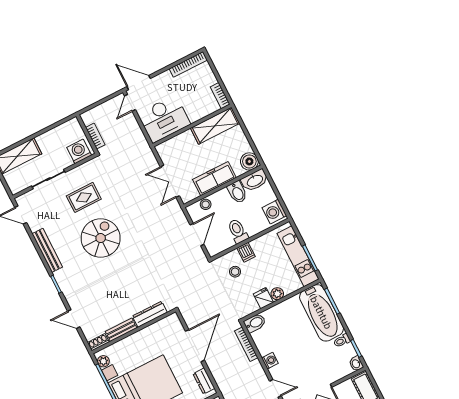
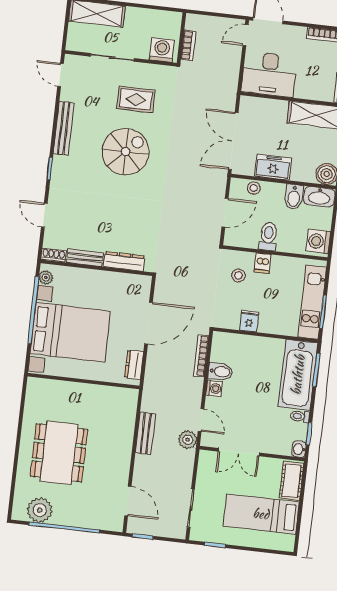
freezer: (214, 179) -> (273, 167), width x0.71
double door: (170, 181) -> (233, 141), width x1.37
plant: (277, 294) -> (266, 326), removed
bidet: (255, 323) -> (221, 372), moved

